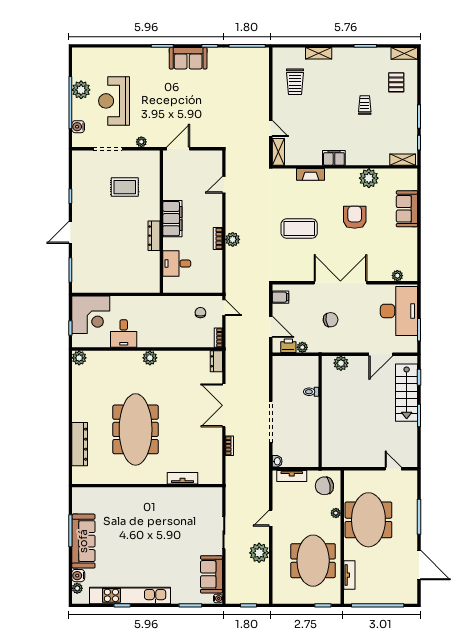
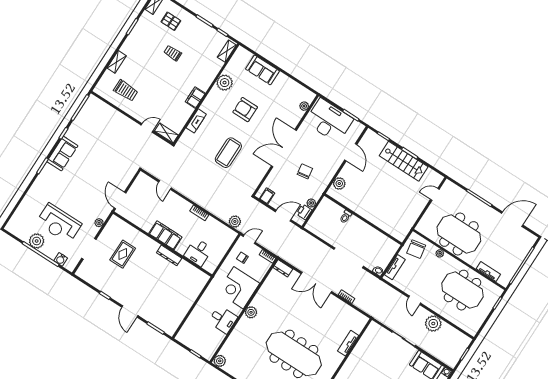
plant: (233, 239) -> (235, 222), moved
corner desk: (91, 315) -> (239, 288), moved, turned 180
stairs: (407, 393) -> (404, 161), moved

